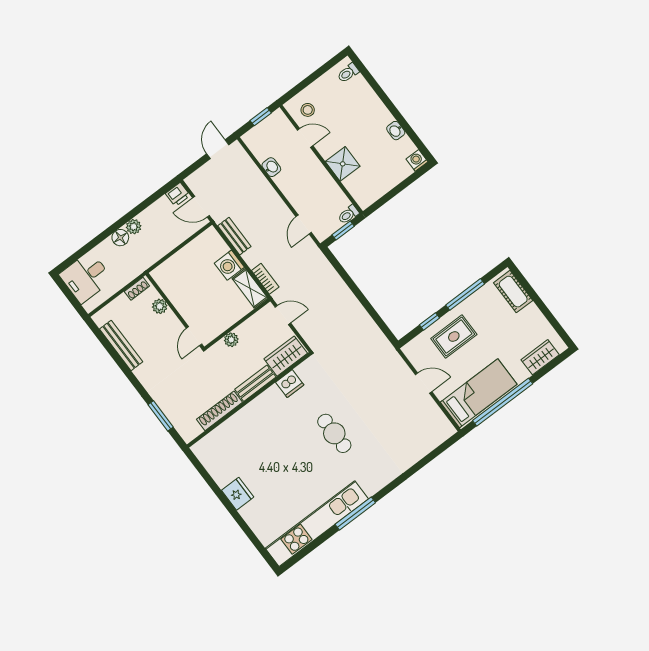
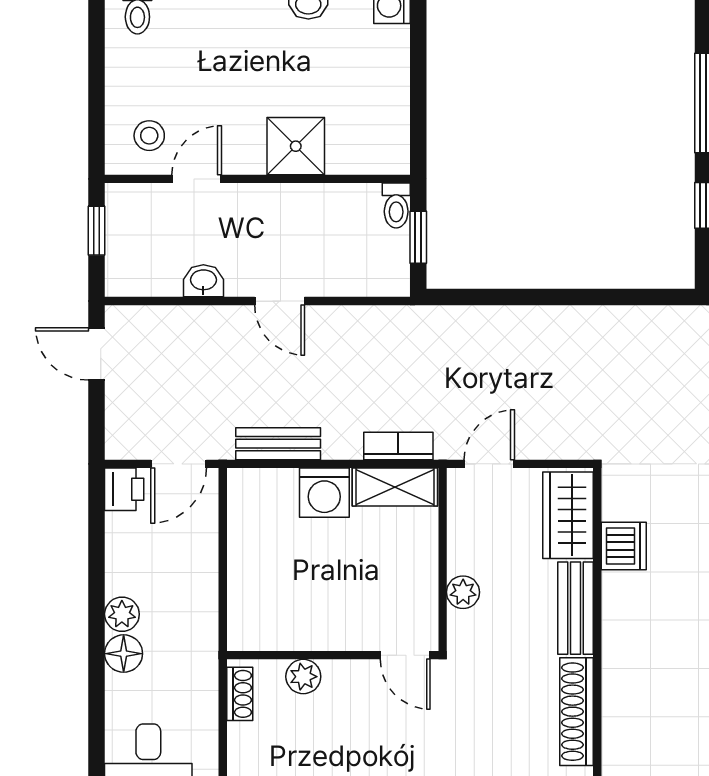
door: (304, 225) -> (280, 301), moved

